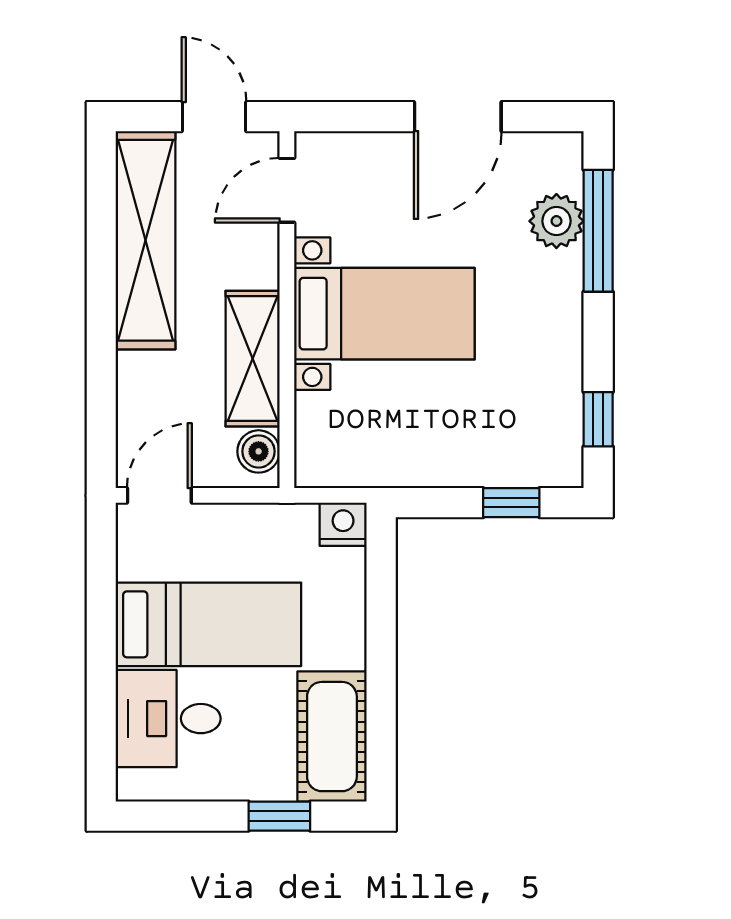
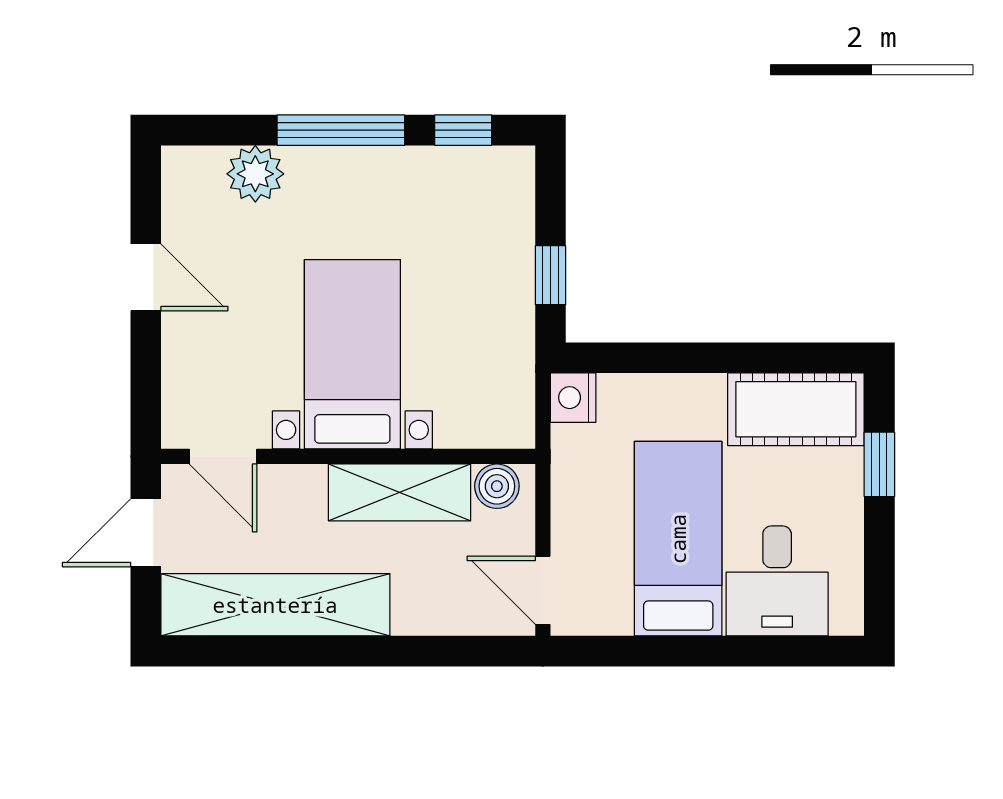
door: (458, 117) -> (146, 277), width x0.73
window: (598, 231) -> (341, 130), moved
window: (511, 503) -> (550, 275), moved

